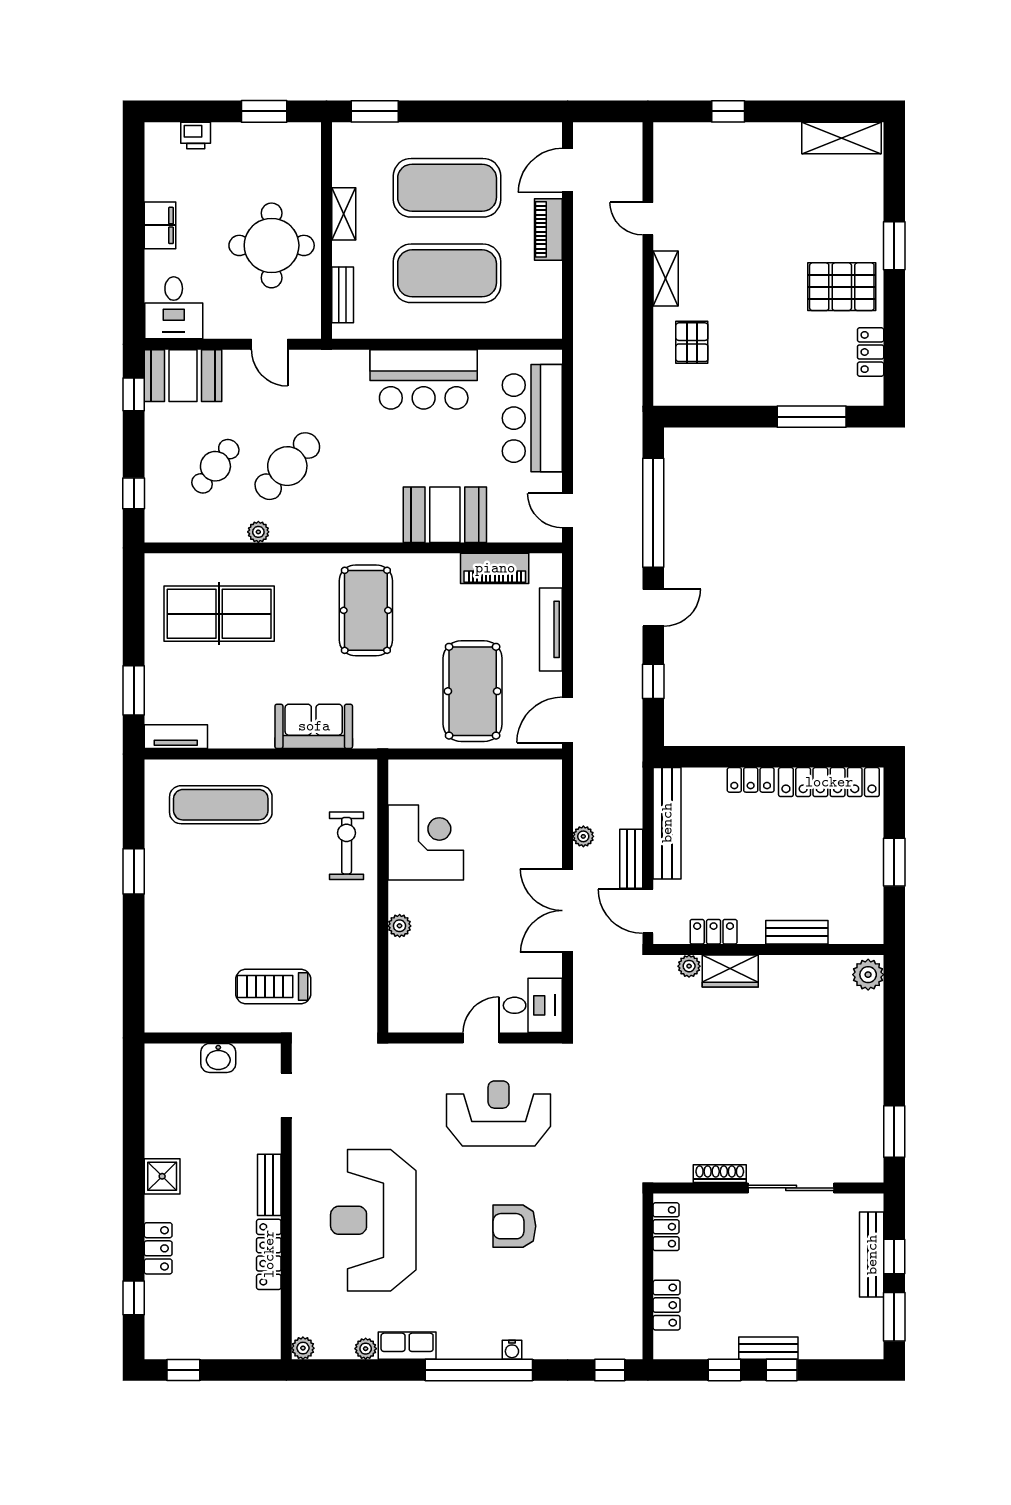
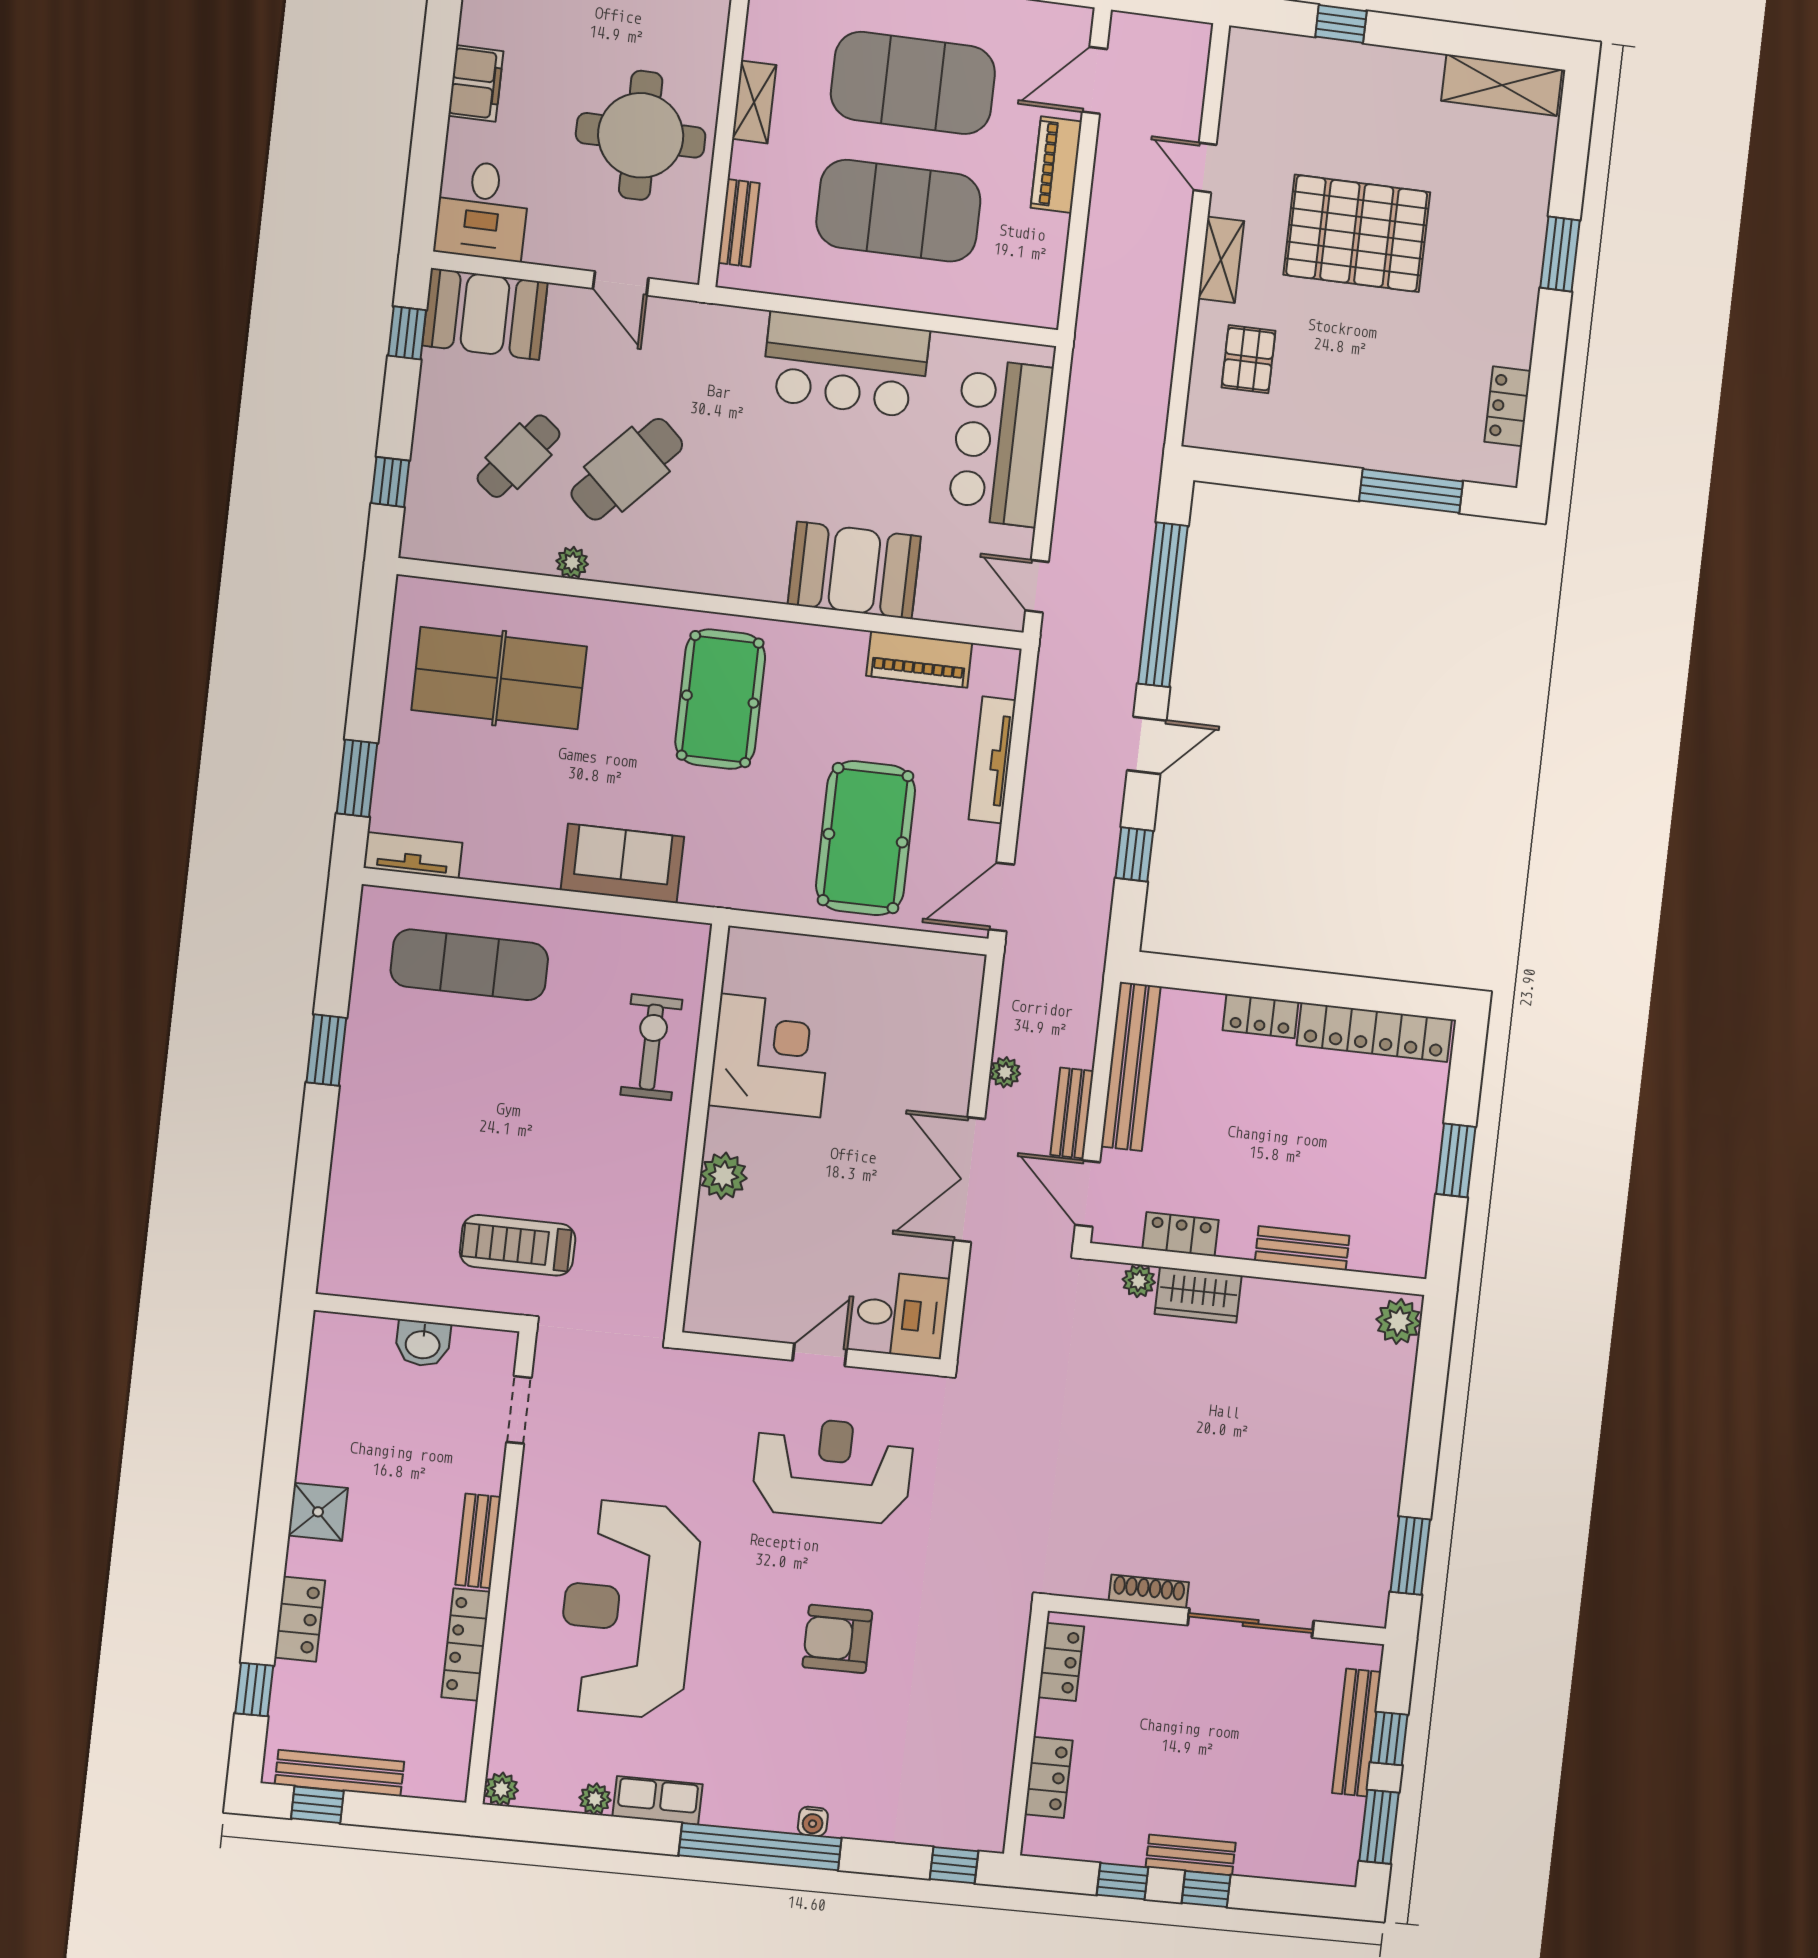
pallet: (842, 287) -> (1357, 233), moved, width x1.37, depth x1.41
plant: (400, 926) -> (723, 1176), width x1.38, depth x1.38
bench: (196, 1348) -> (340, 1773), added

